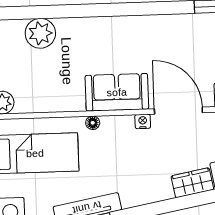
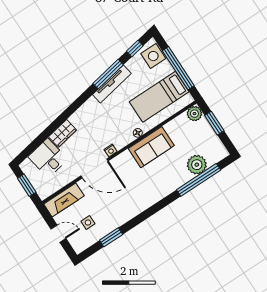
window: (50, 12) -> (199, 180), added
sofa: (117, 92) -> (151, 147), moved

